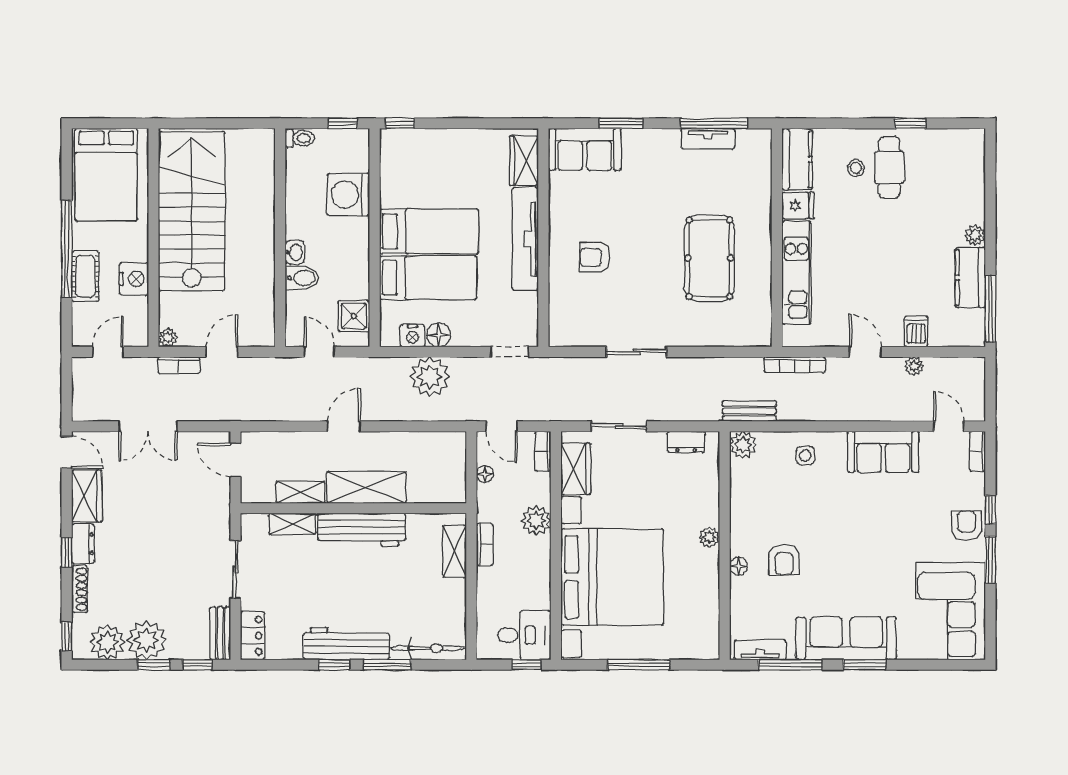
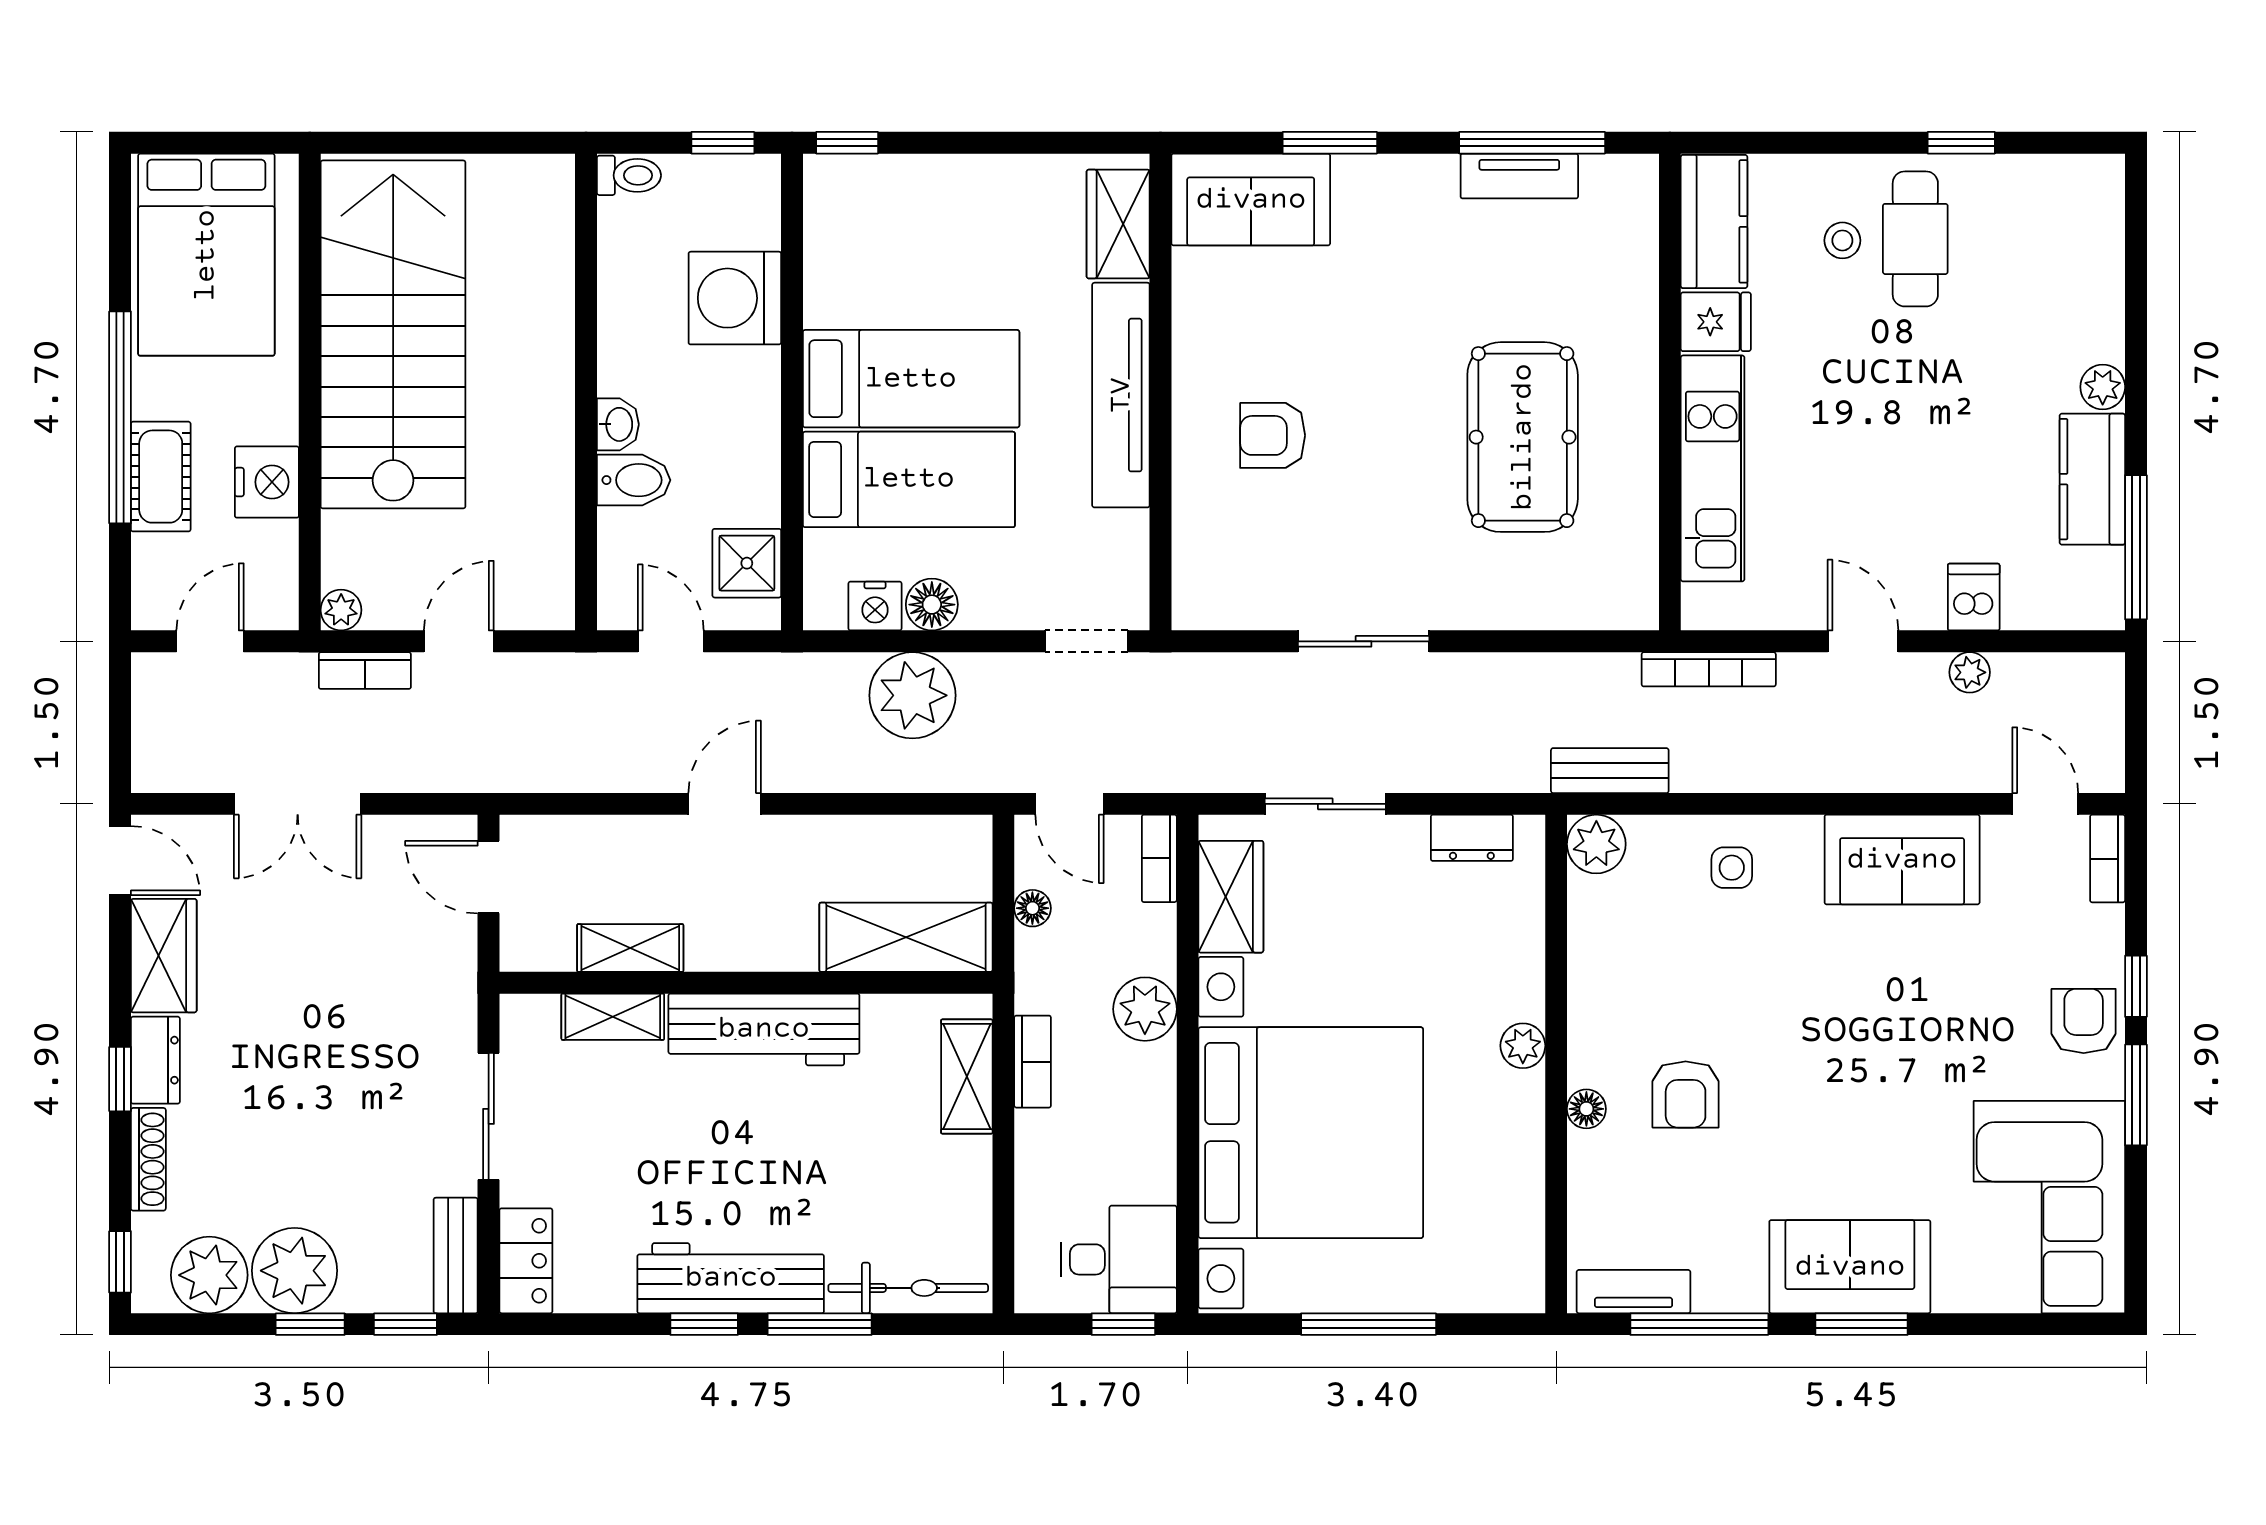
shelving: (366, 487) -> (906, 937), moved
sofa: (846, 638) -> (1850, 1267), width x0.73

